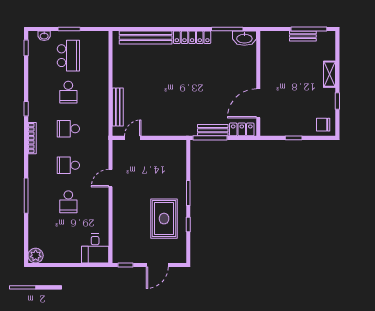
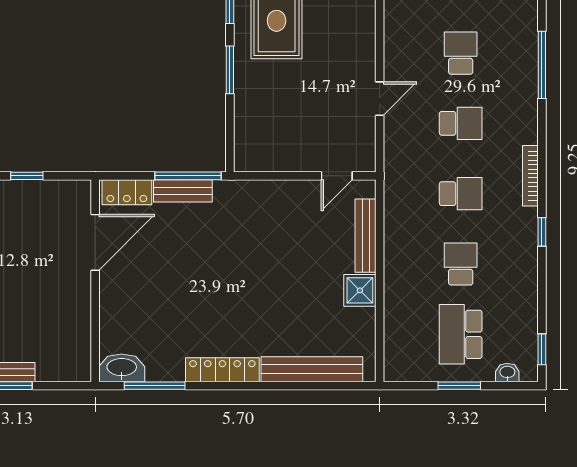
shower: (121, 78) -> (360, 290), added

